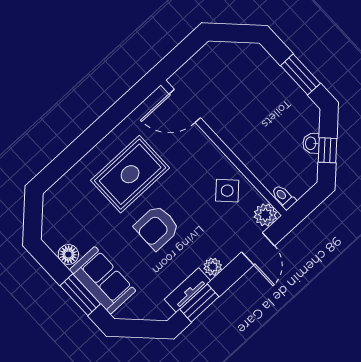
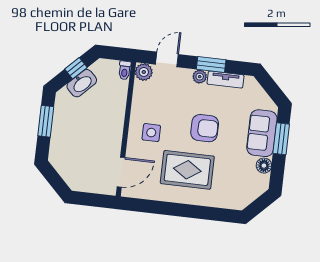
door: (185, 106) -> (121, 172), hinge flipped
washbasin: (311, 143) -> (82, 83), width x1.91, depth x1.45
side table: (227, 191) -> (151, 133), moved, turned 45
window: (199, 303) -> (211, 64), moved

